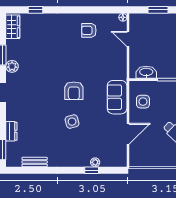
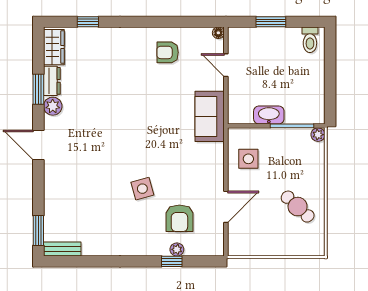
washbasin: (146, 72) -> (269, 115), moved
armchair: (74, 91) -> (179, 218), moved
sofa: (117, 97) -> (210, 116), moved
dresser: (11, 131) -> (52, 81), moved
bench: (35, 162) -> (62, 249), moved

